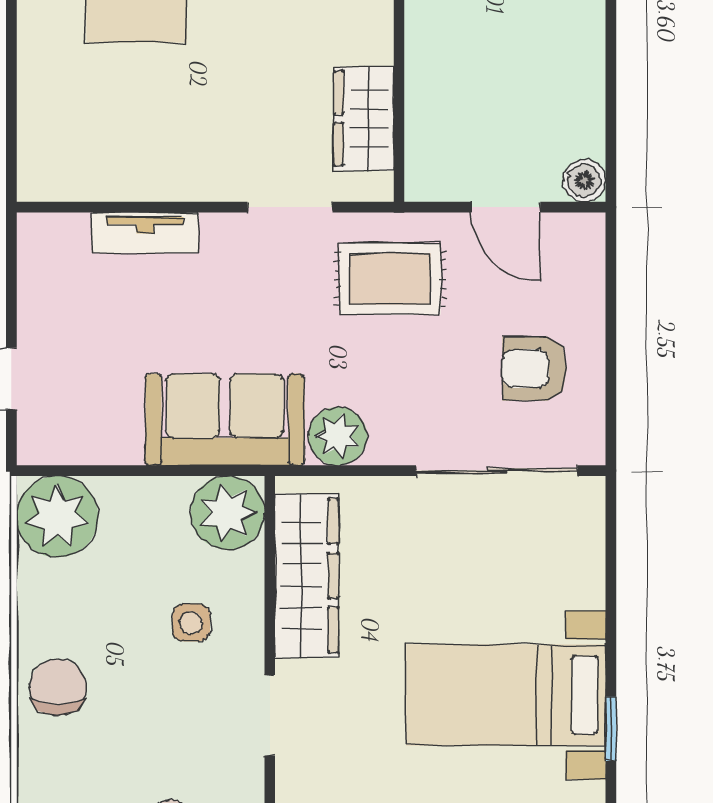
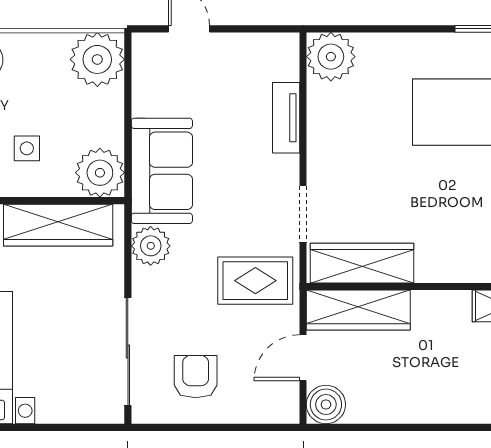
wardrobe: (364, 119) -> (362, 263), width x1.50
wardrobe: (434, 124) -> (358, 310), added
plant: (53, 165) -> (331, 57), added
boiler: (584, 180) -> (326, 405), width x1.36, depth x1.36
rug: (390, 279) -> (255, 281), turned 90

